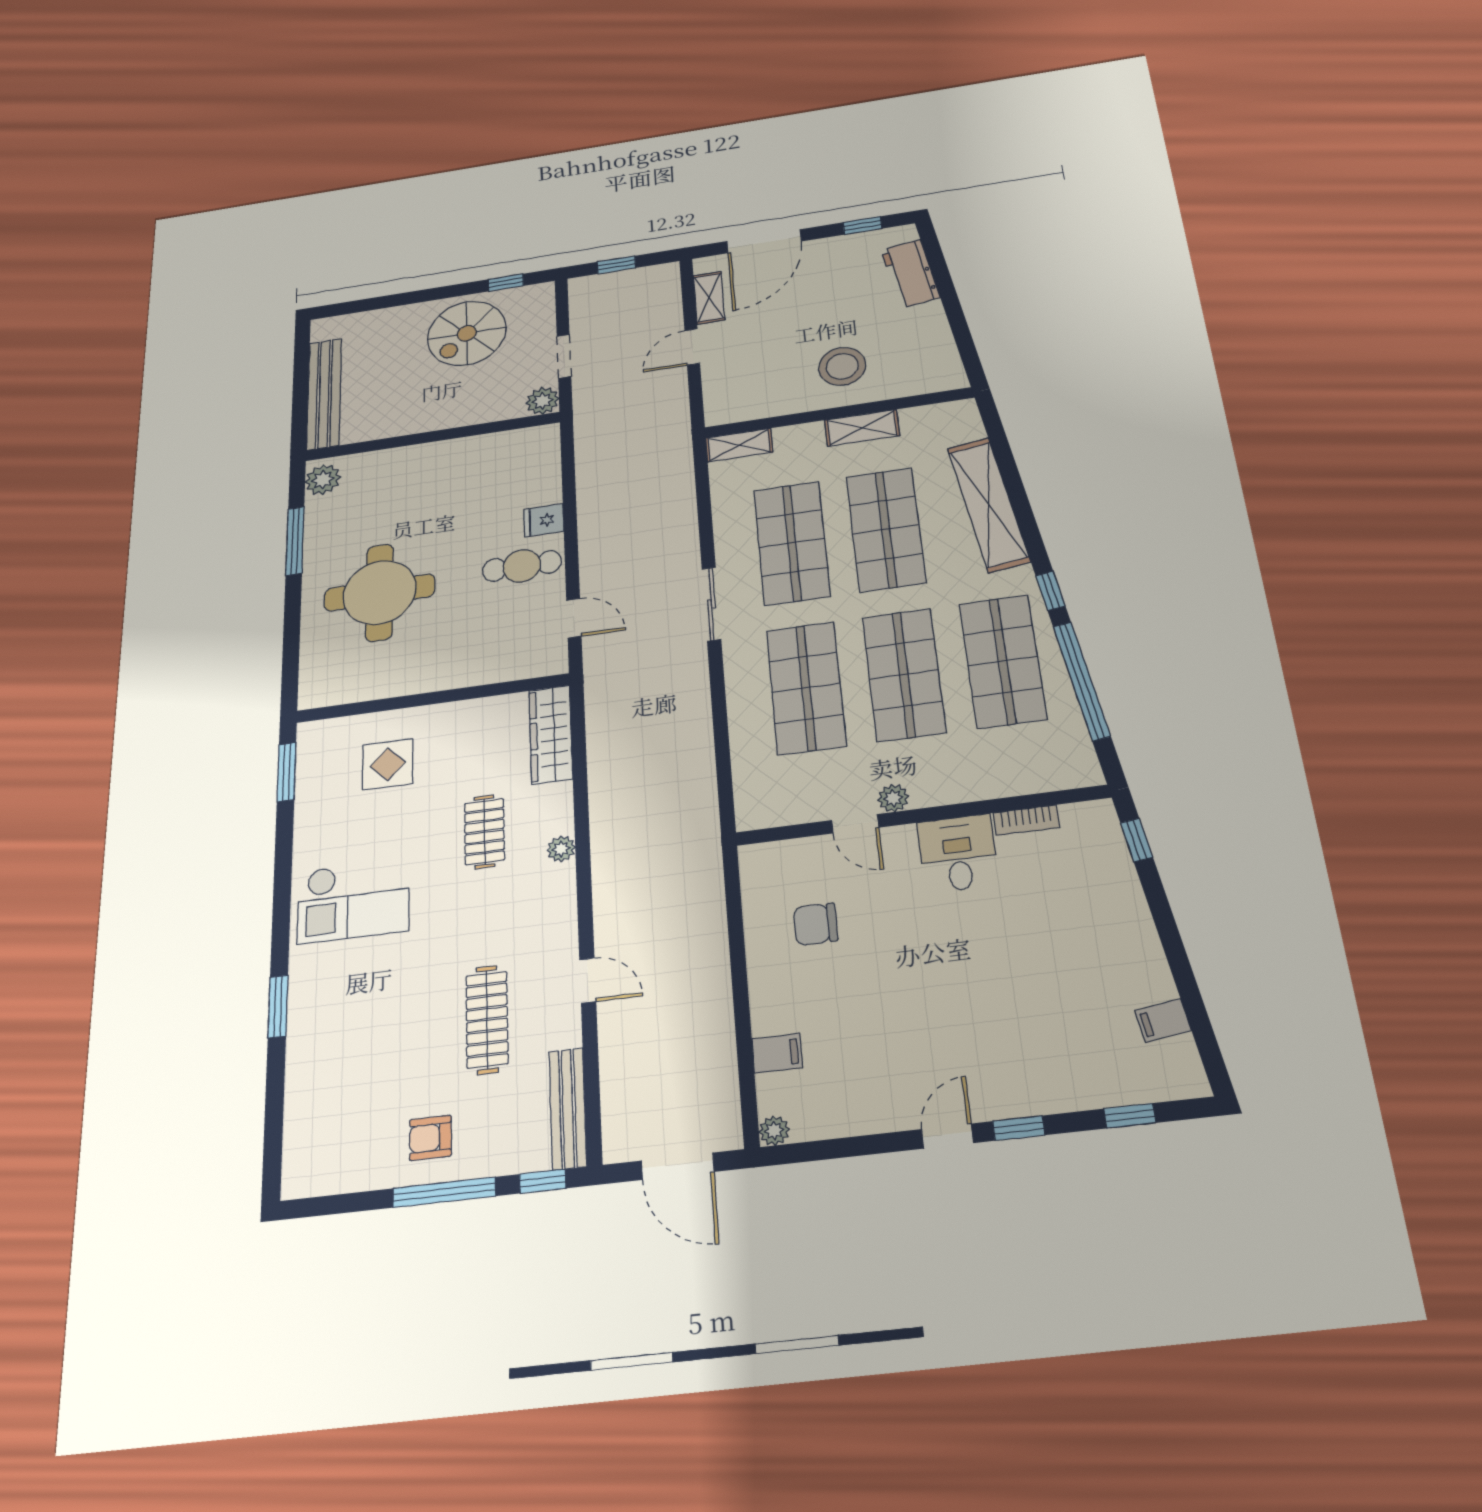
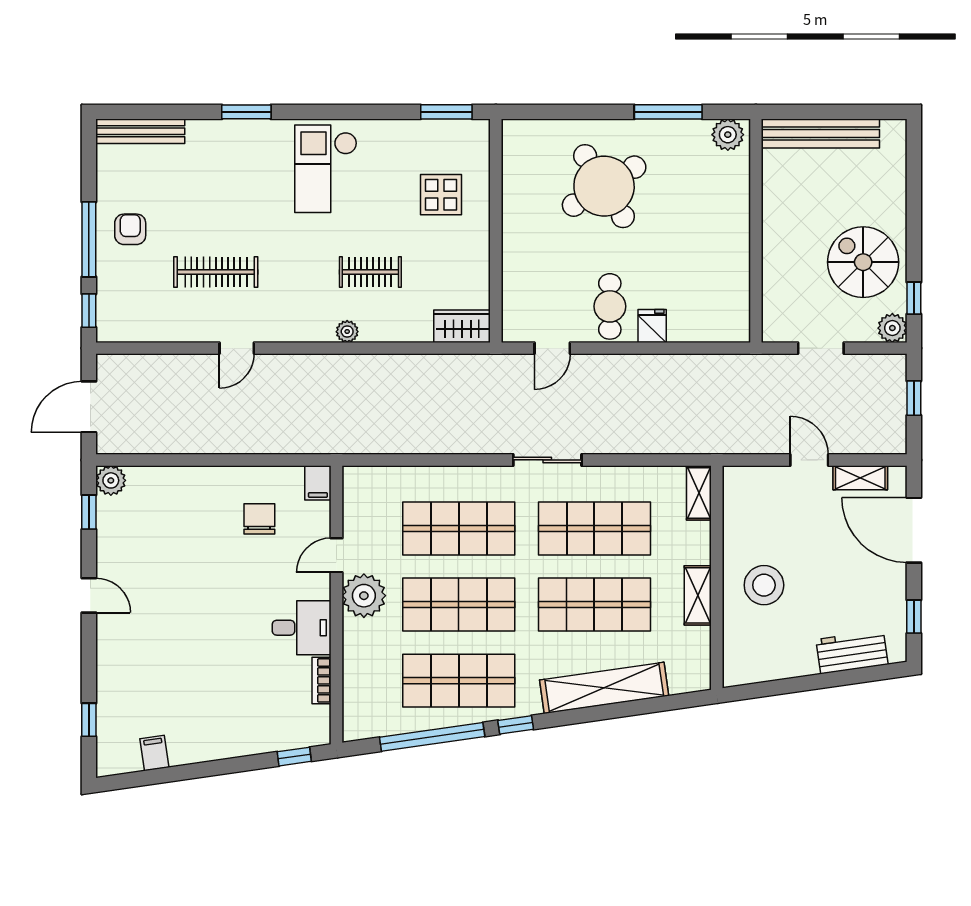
plant: (542, 401) -> (892, 328), moved
round table: (380, 592) -> (604, 186), turned -32
wardrobe: (551, 734) -> (462, 326), width x0.67
plant: (893, 798) -> (364, 596), width x1.87, depth x1.87
filing cabinet: (777, 1053) -> (318, 483), moved
bench: (568, 1109) -> (140, 131), moved
window: (1019, 1128) -> (89, 512), moved
plant: (774, 1131) -> (111, 480), width x1.38, depth x1.38

